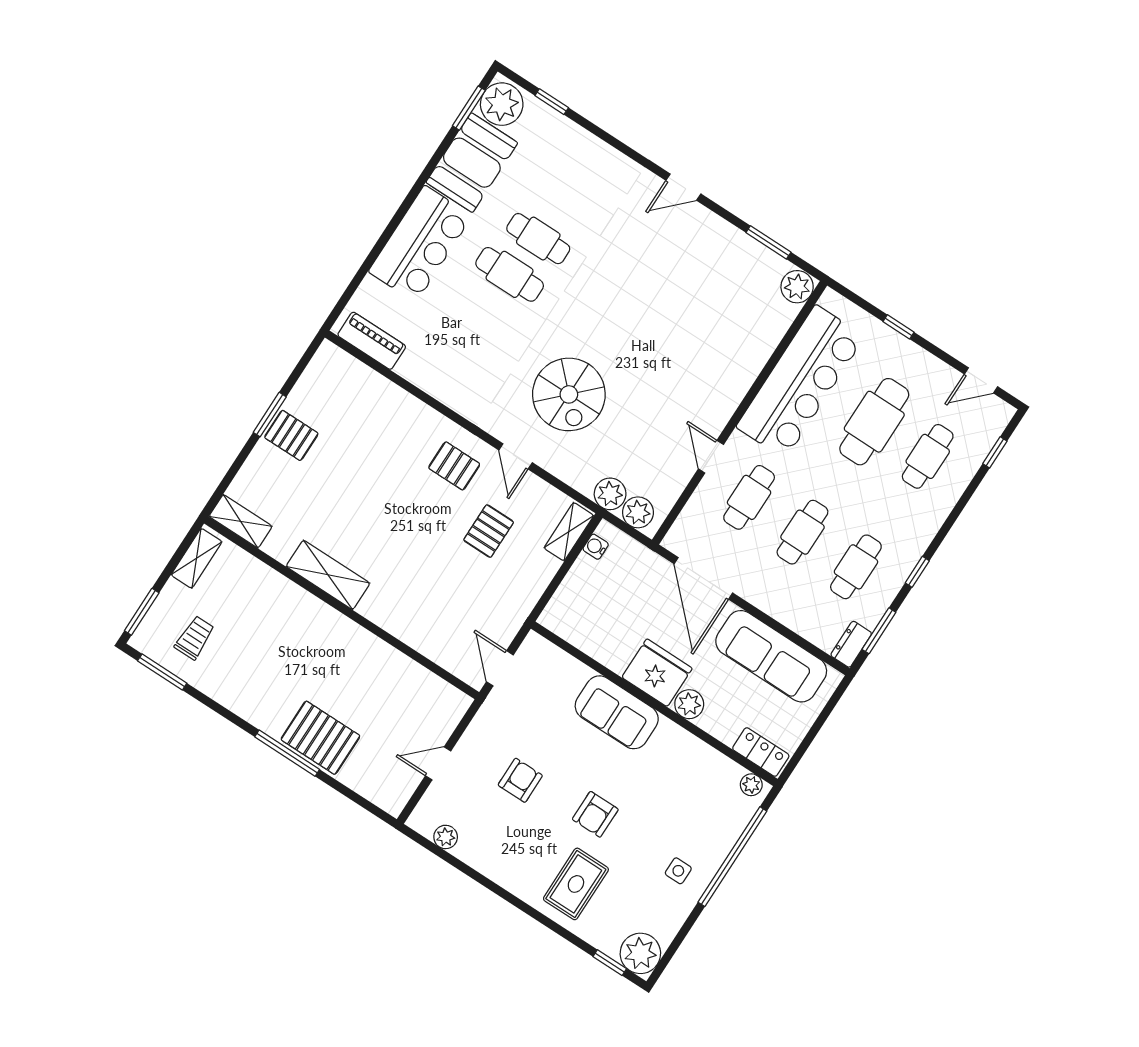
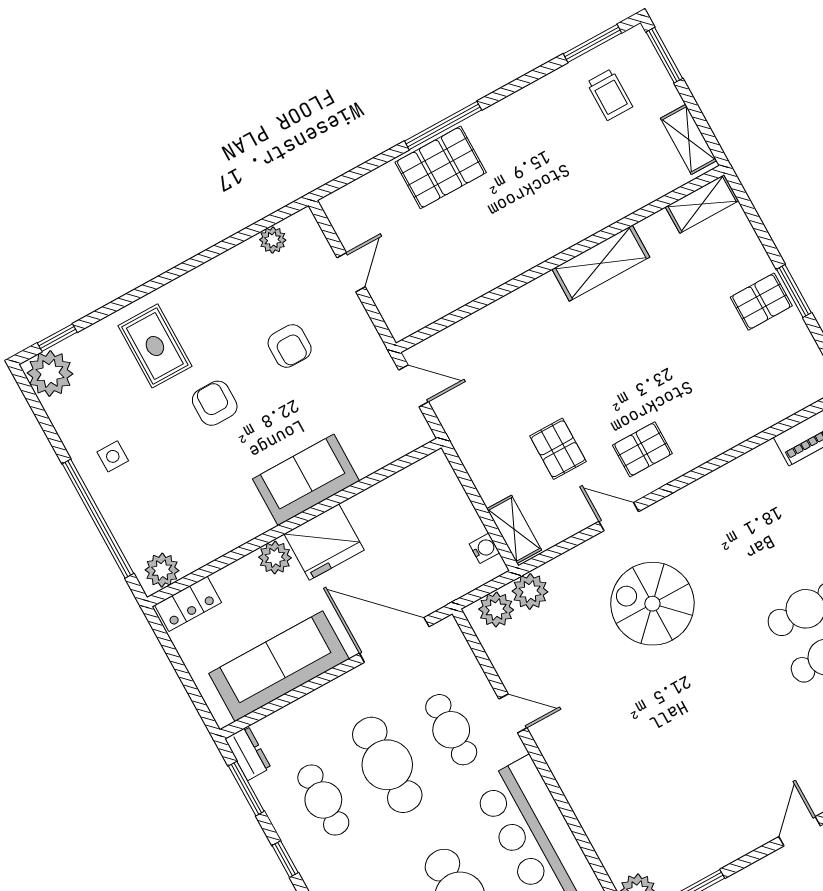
cafe table: (802, 532) -> (387, 765), width x1.37, depth x1.35
plant: (751, 785) -> (162, 570), width x1.38, depth x1.38

